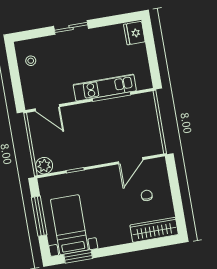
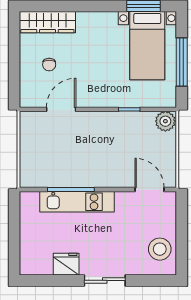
fridge: (134, 33) -> (66, 264), moved, turned -90
stool: (31, 61) -> (160, 249), width x1.89, depth x1.89

